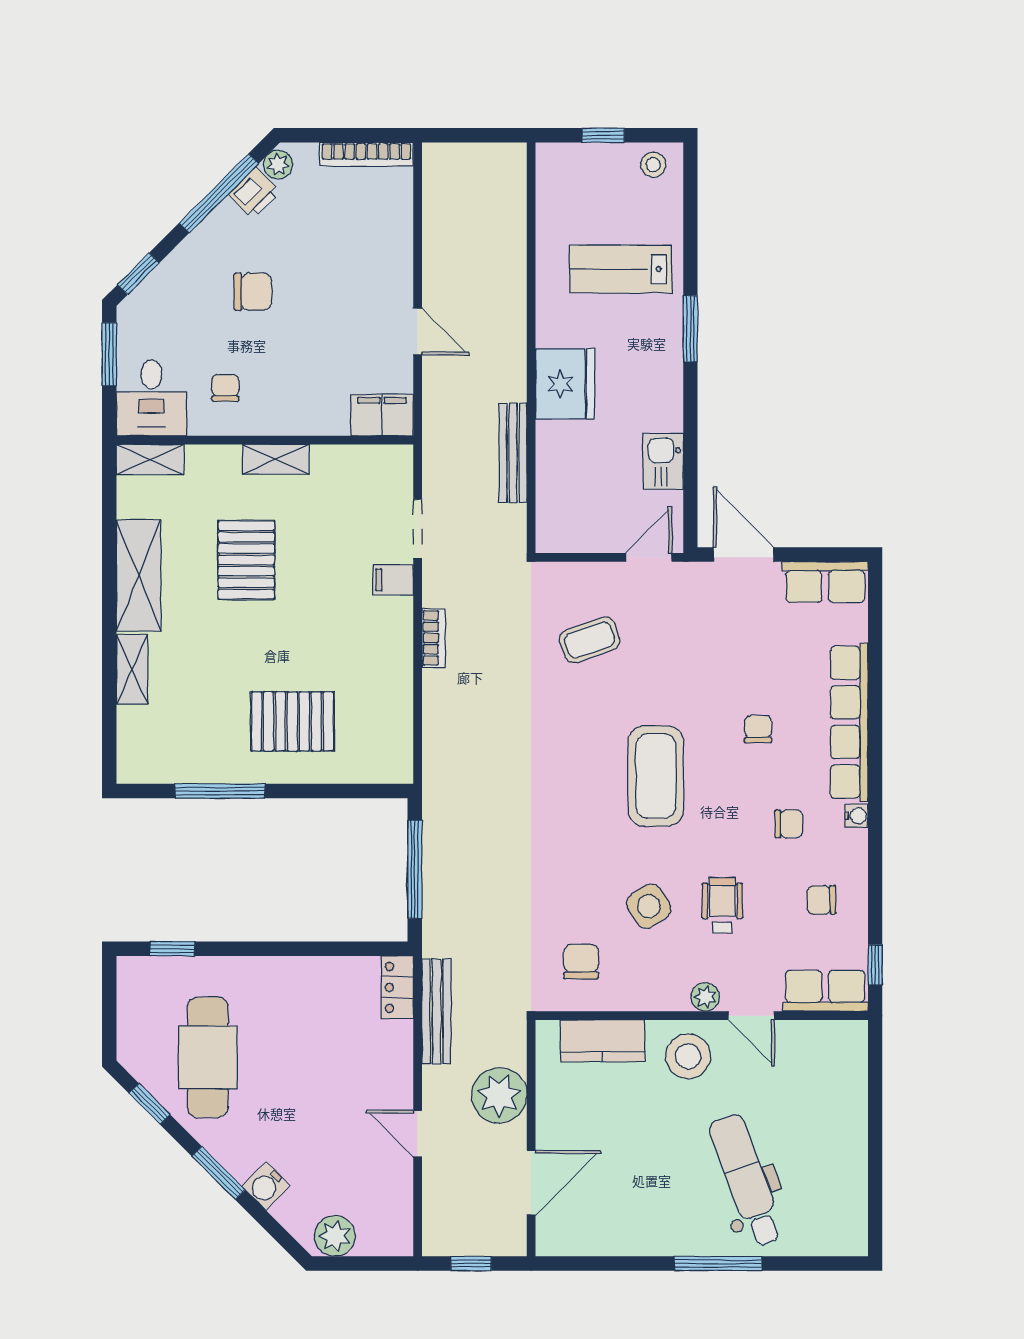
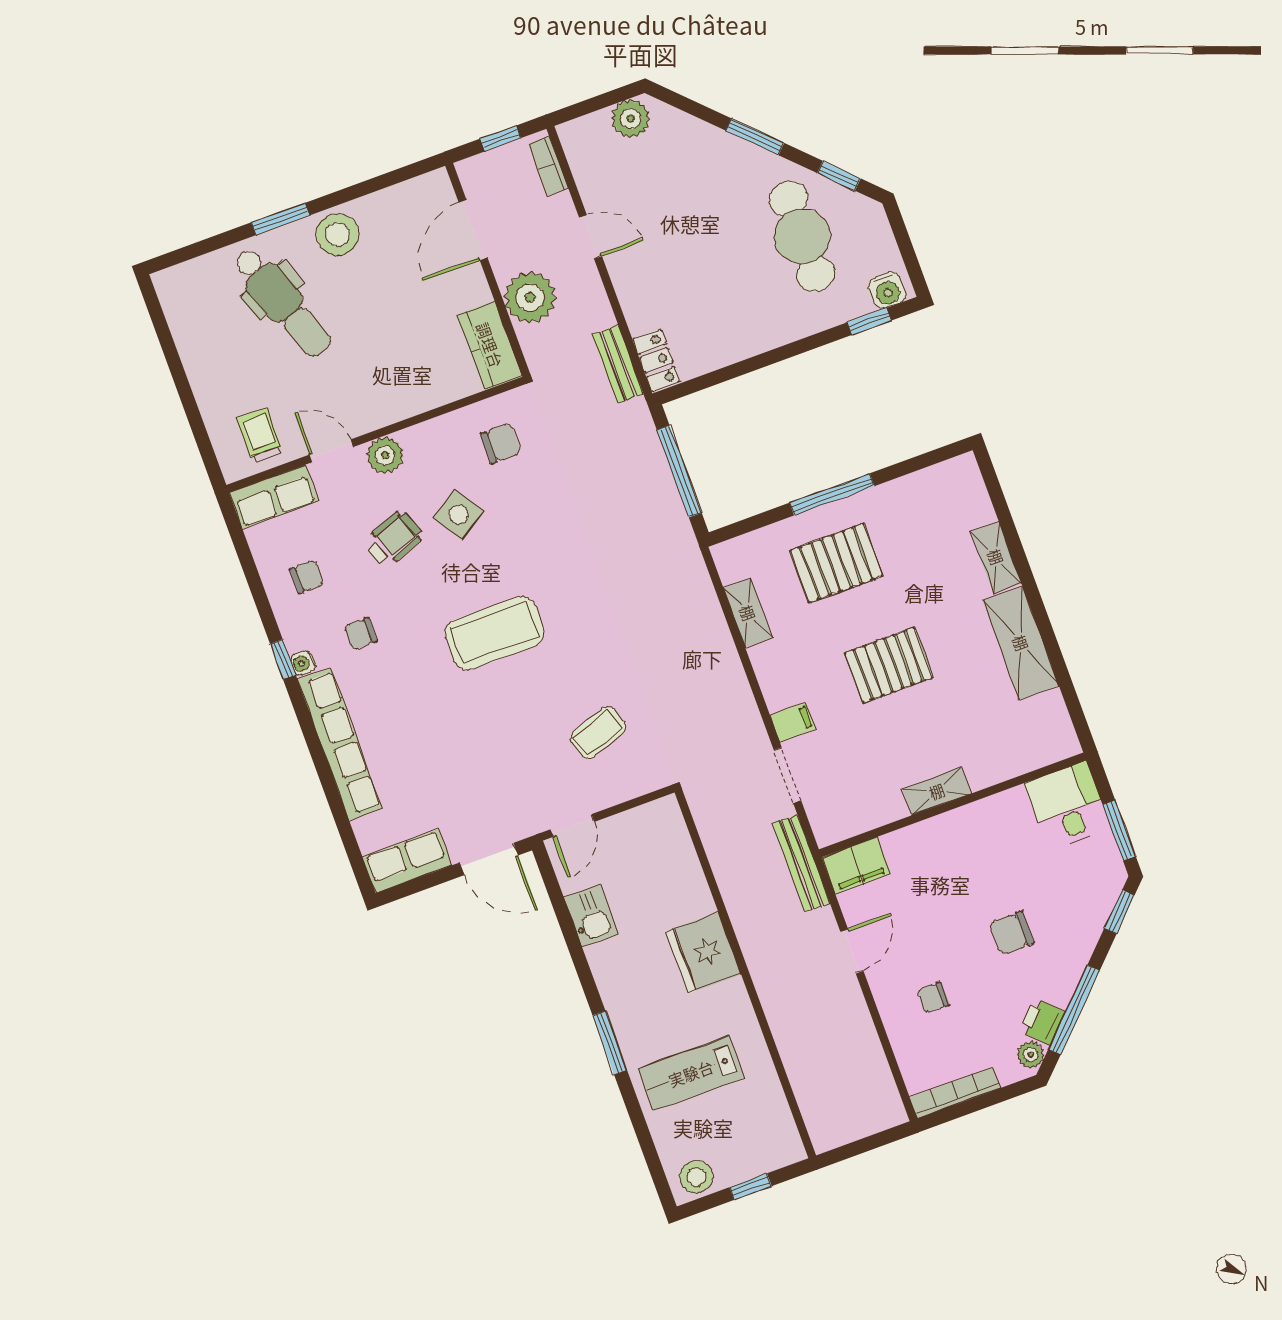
stool: (653, 165) -> (696, 1177), width x1.37, depth x1.37
lab bench: (621, 269) -> (691, 1073), turned 180
door: (418, 332) -> (852, 951), swing flipped
chair: (225, 388) -> (933, 998), moved, turned 90
bench: (513, 453) -> (801, 863), moved
shelving: (150, 460) -> (748, 613), moved, turned 90
pallet: (246, 560) -> (889, 665), moved, turned 90
bookcase: (434, 638) -> (548, 166), moved
chair: (758, 729) -> (419, 708), removed
coffee table: (656, 776) -> (495, 633), turned 90
window: (220, 791) -> (832, 494), moved
wheelchair: (722, 905) -> (393, 539), turned -111
chair: (581, 962) -> (501, 443), turned -90
window: (875, 965) -> (283, 659), moved
plant: (705, 997) -> (385, 455), width x1.38, depth x1.38
bench: (437, 1012) -> (618, 364), width x0.73
kitchen counter: (603, 1041) -> (490, 345), moved, turned -90
stool: (688, 1056) -> (338, 234), moved
trolley: (817, 1057) -> (260, 435), added
water cooler: (266, 1186) -> (887, 290), moved, turned 135
window: (718, 1264) -> (280, 219), width x0.69

